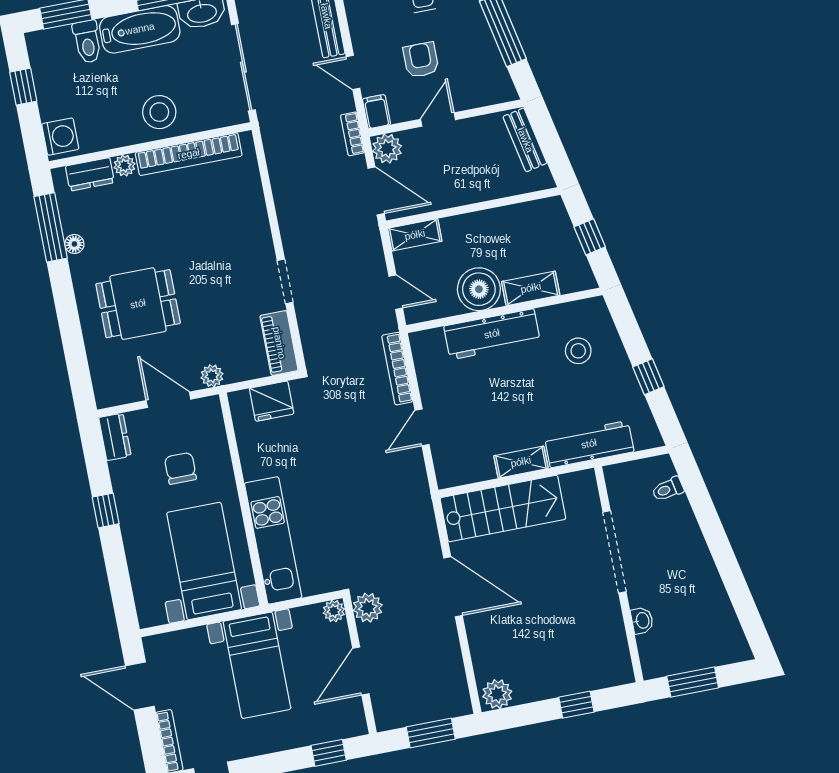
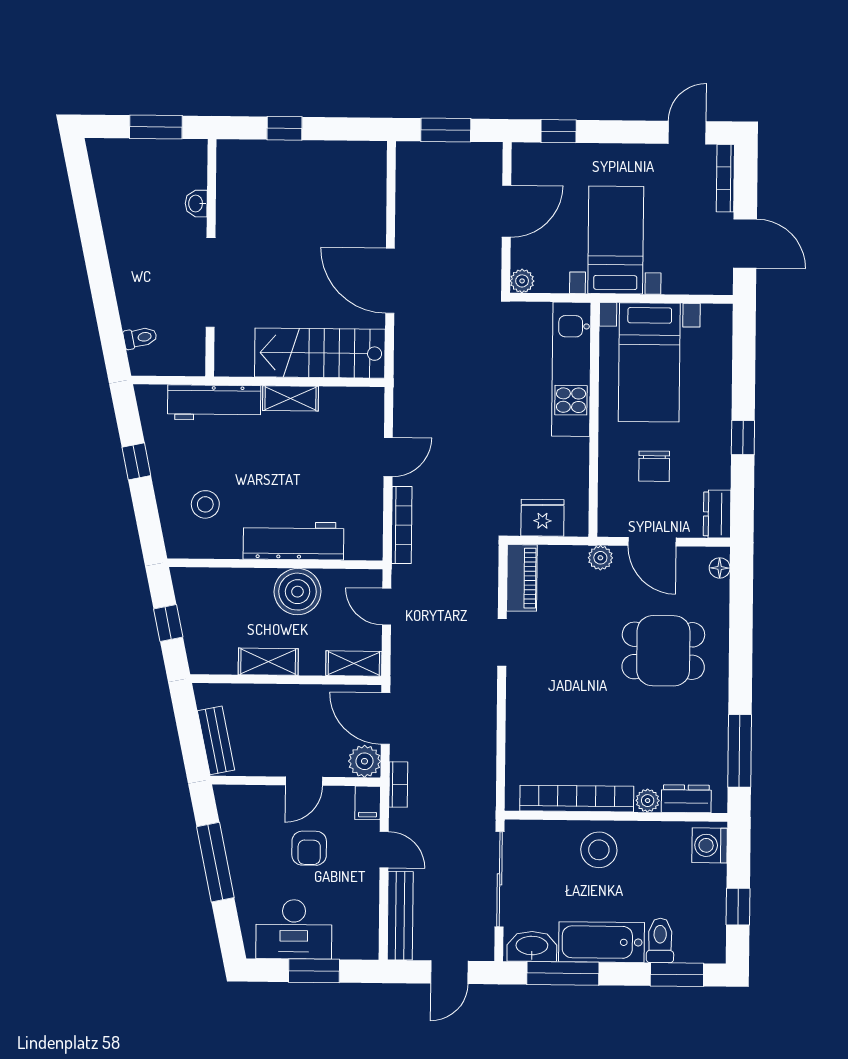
floor lamp: (74, 244) -> (720, 568), moved
shelving: (531, 288) -> (268, 662), moved
plant: (368, 608) -> (485, 277), removed
plant: (497, 694) -> (366, 157), removed

